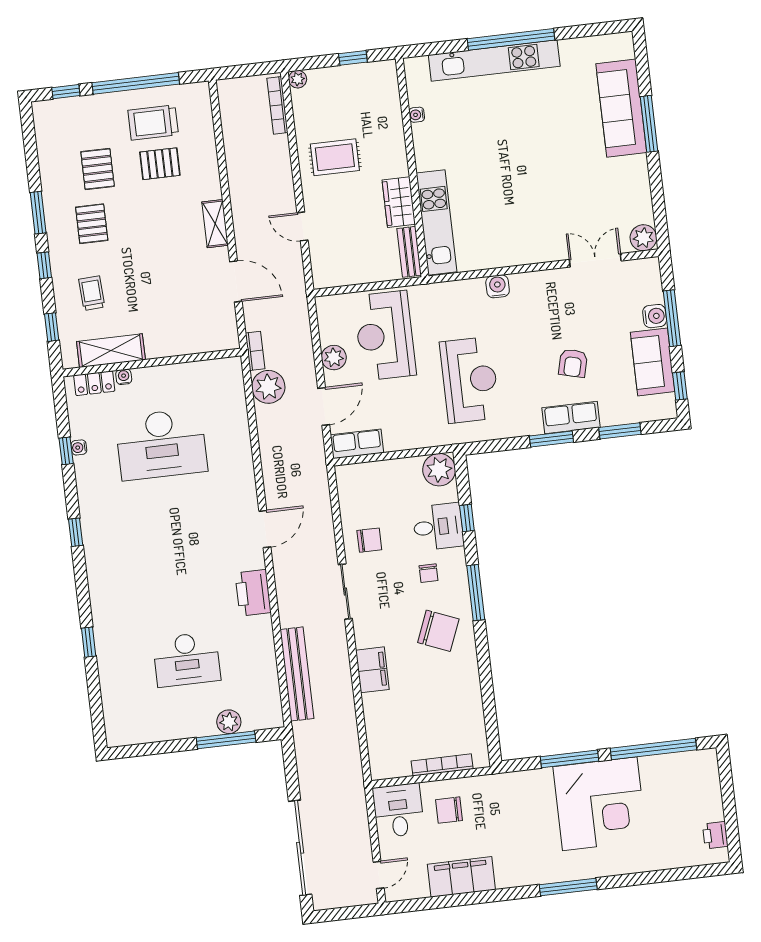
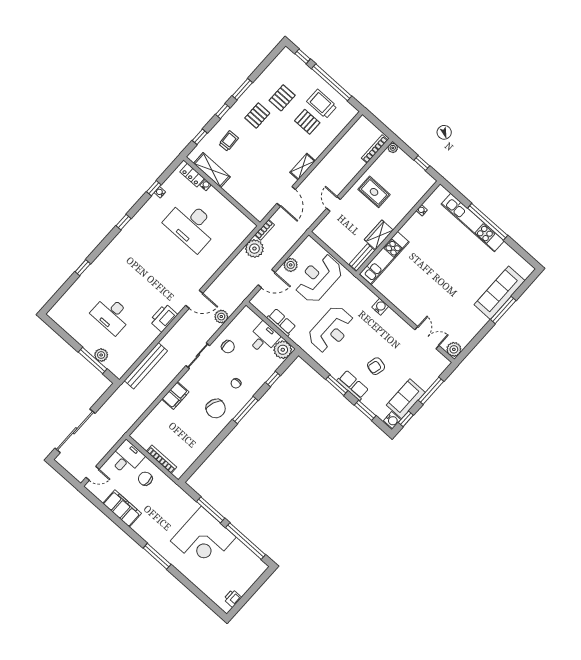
water cooler: (655, 316) -> (392, 420), moved
row of seats: (357, 444) -> (281, 322), moved
plant: (321, 513) -> (221, 317), added
desk: (438, 527) -> (263, 338), moved, turned -90

